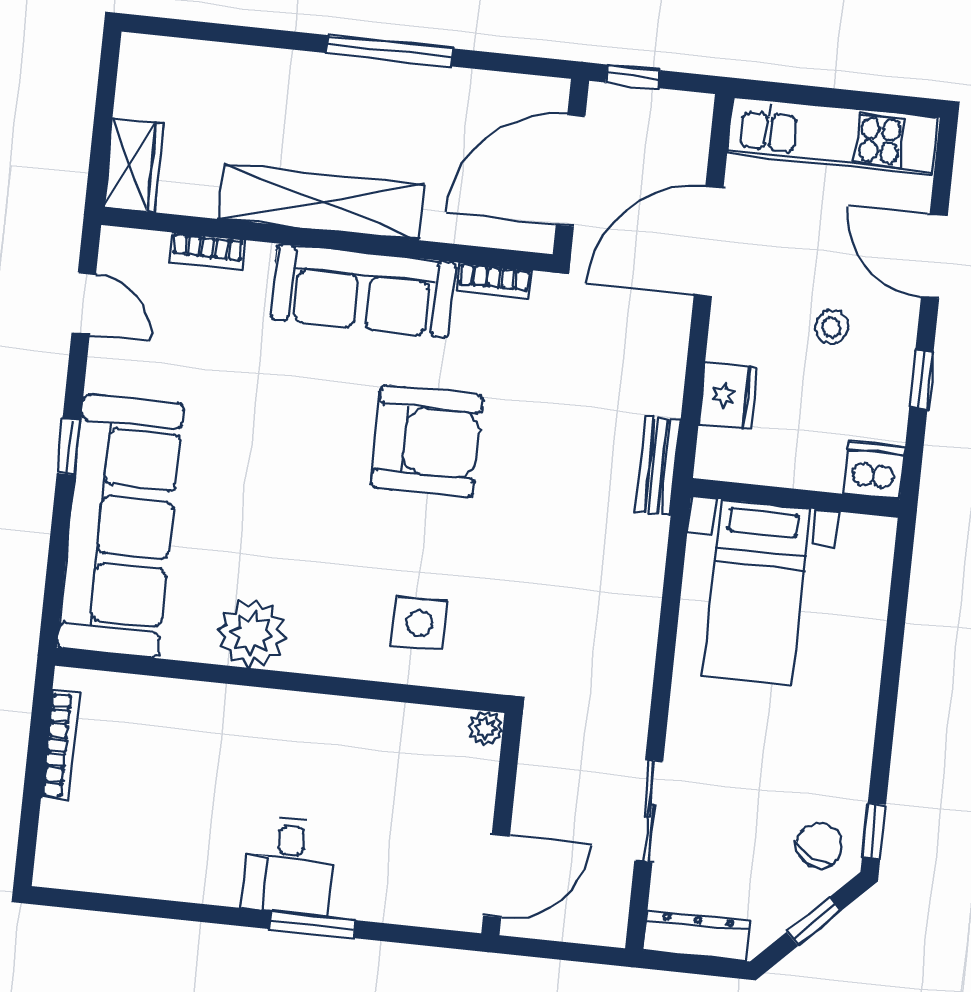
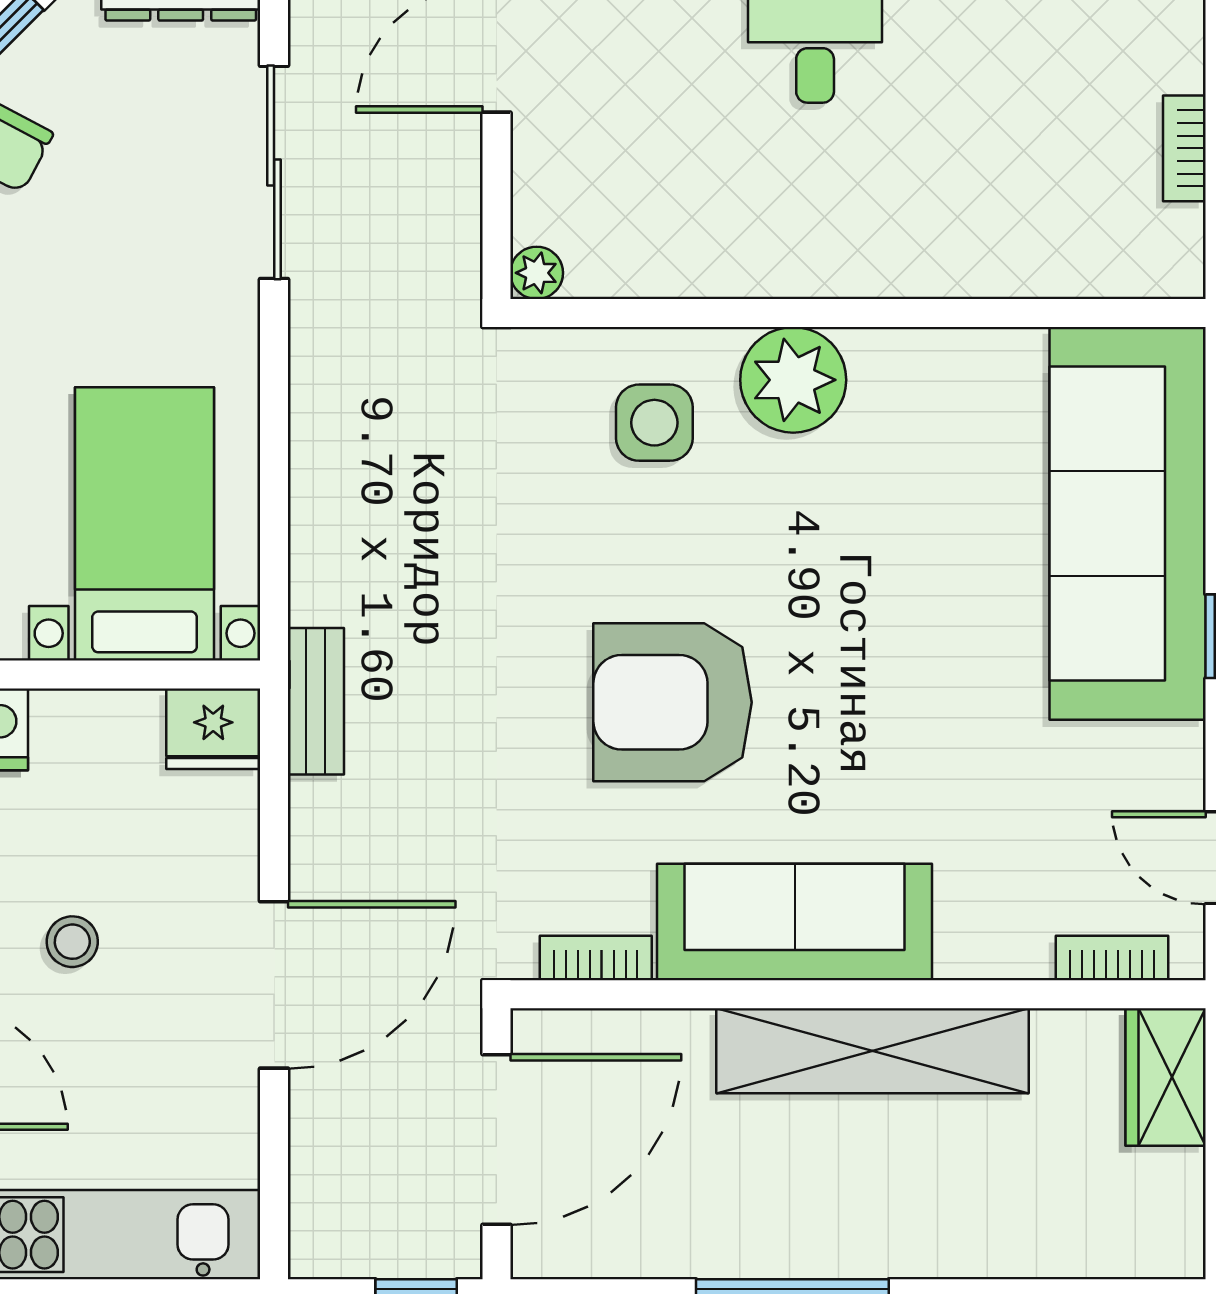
door: (709, 241) -> (274, 985), moved
bookcase: (208, 251) -> (1112, 958), moved
fridge: (728, 396) -> (213, 729), moved, turned -90
plant: (252, 634) -> (793, 380), moved
bookcase: (60, 745) -> (1184, 148), width x0.64
sliding door: (649, 811) -> (274, 172), width x1.37

